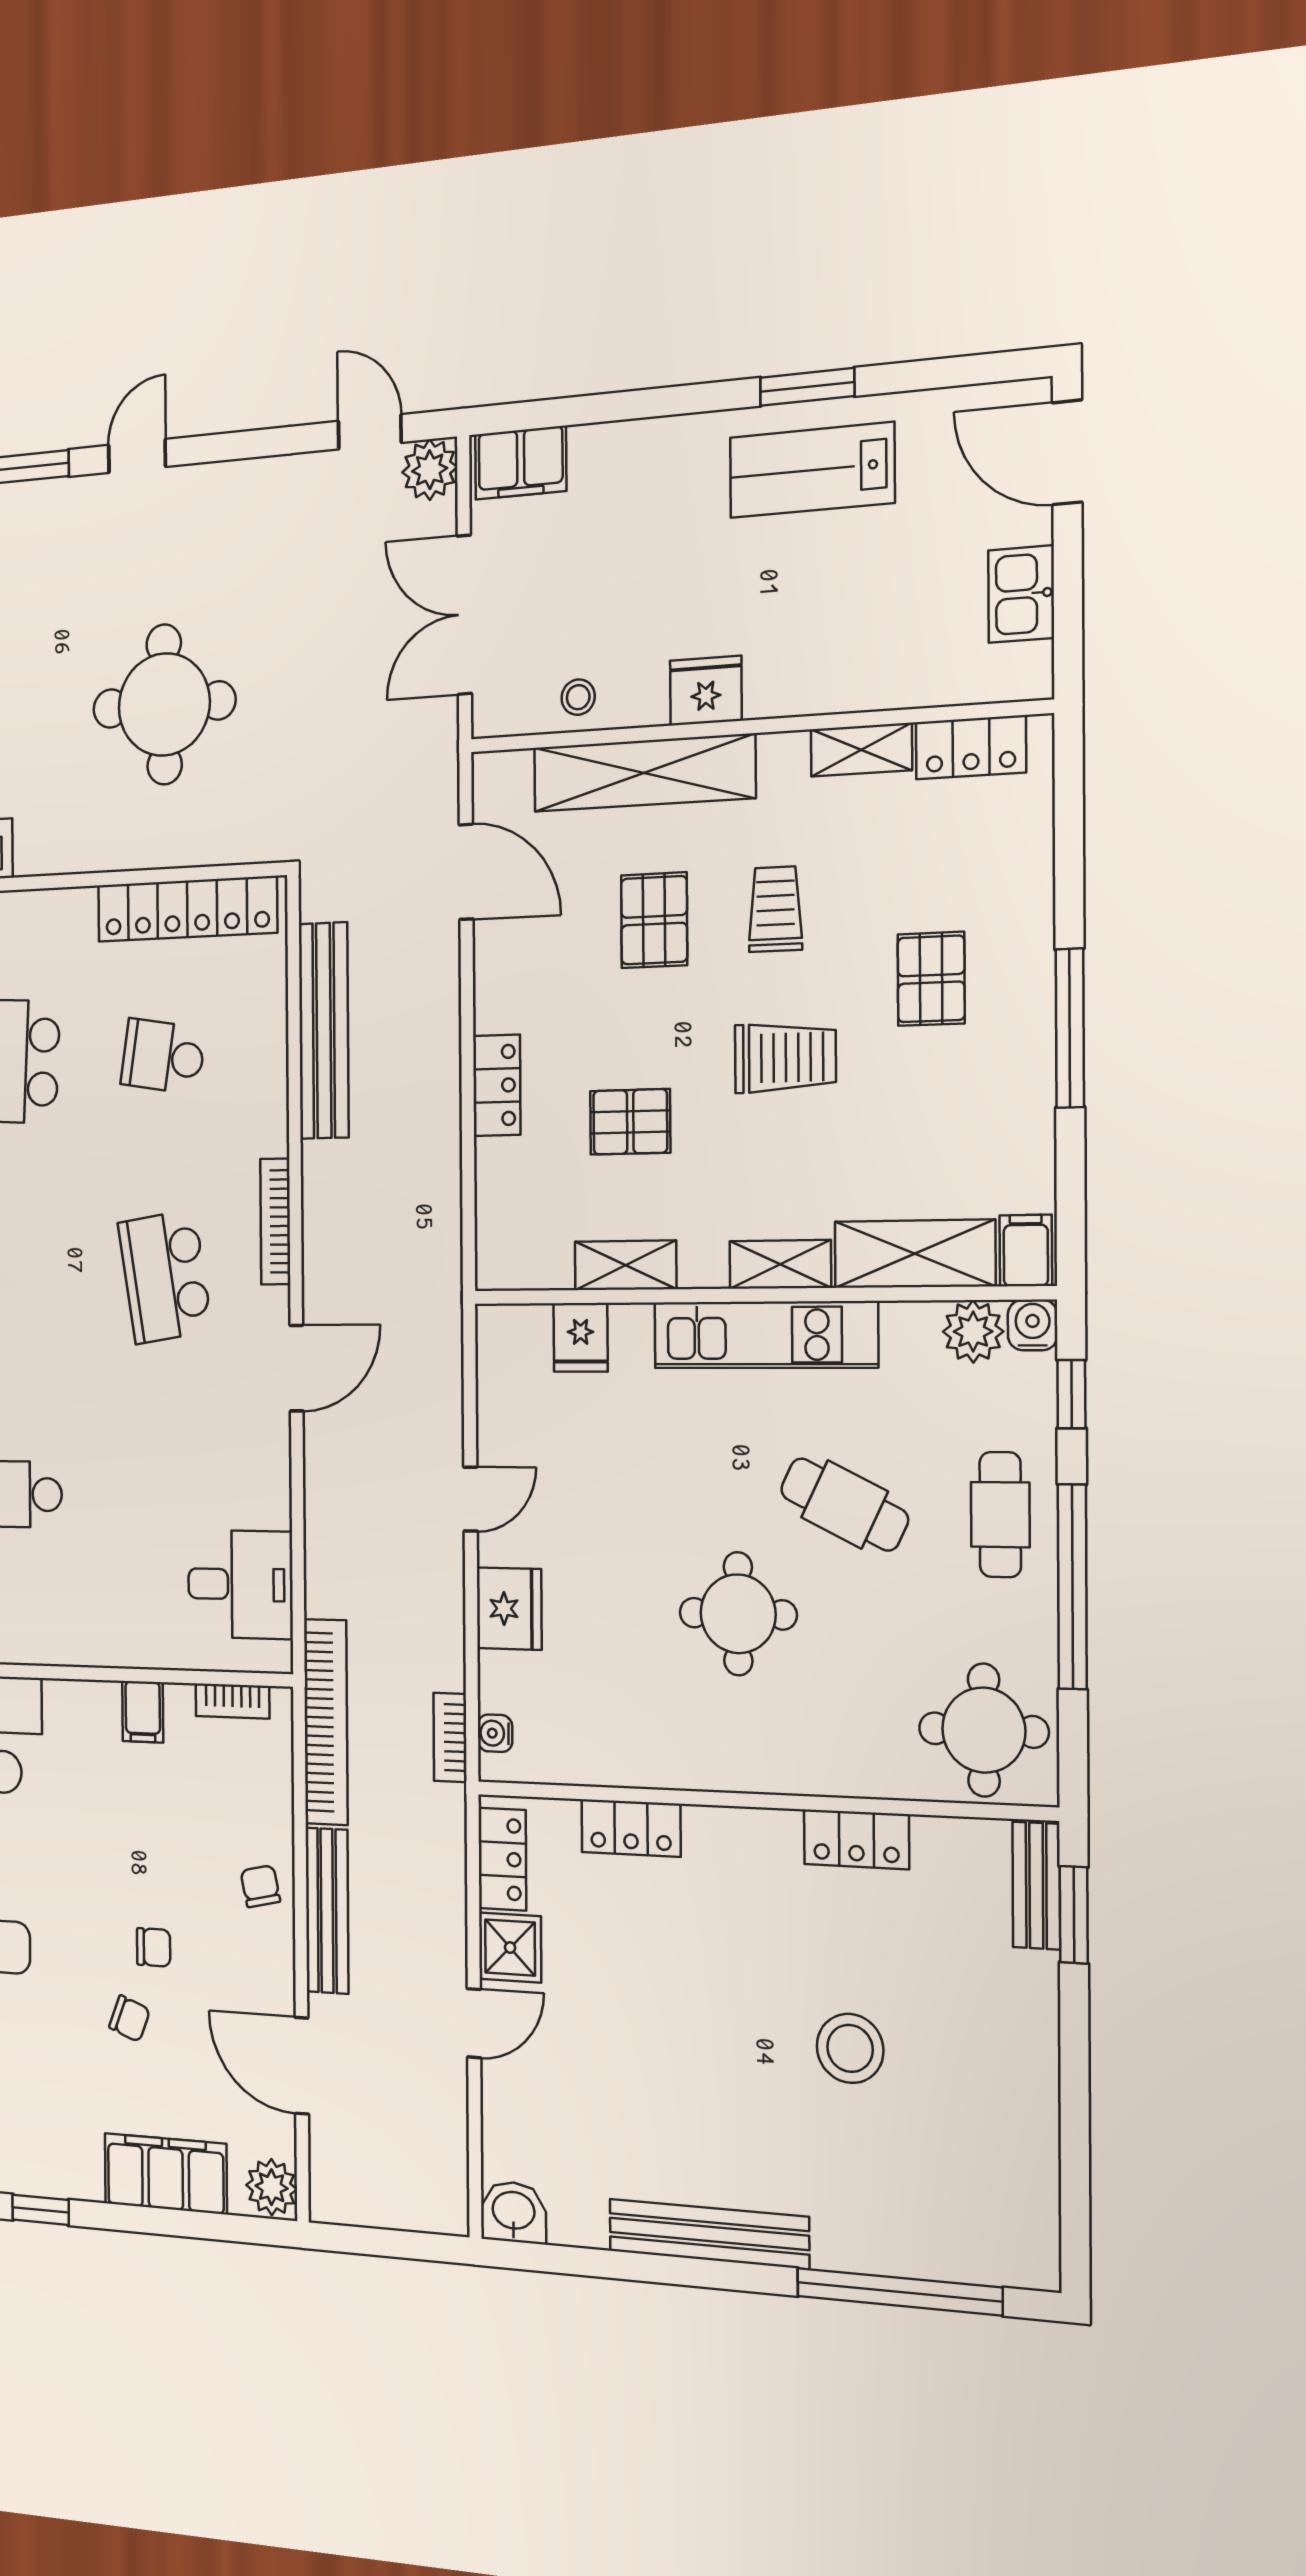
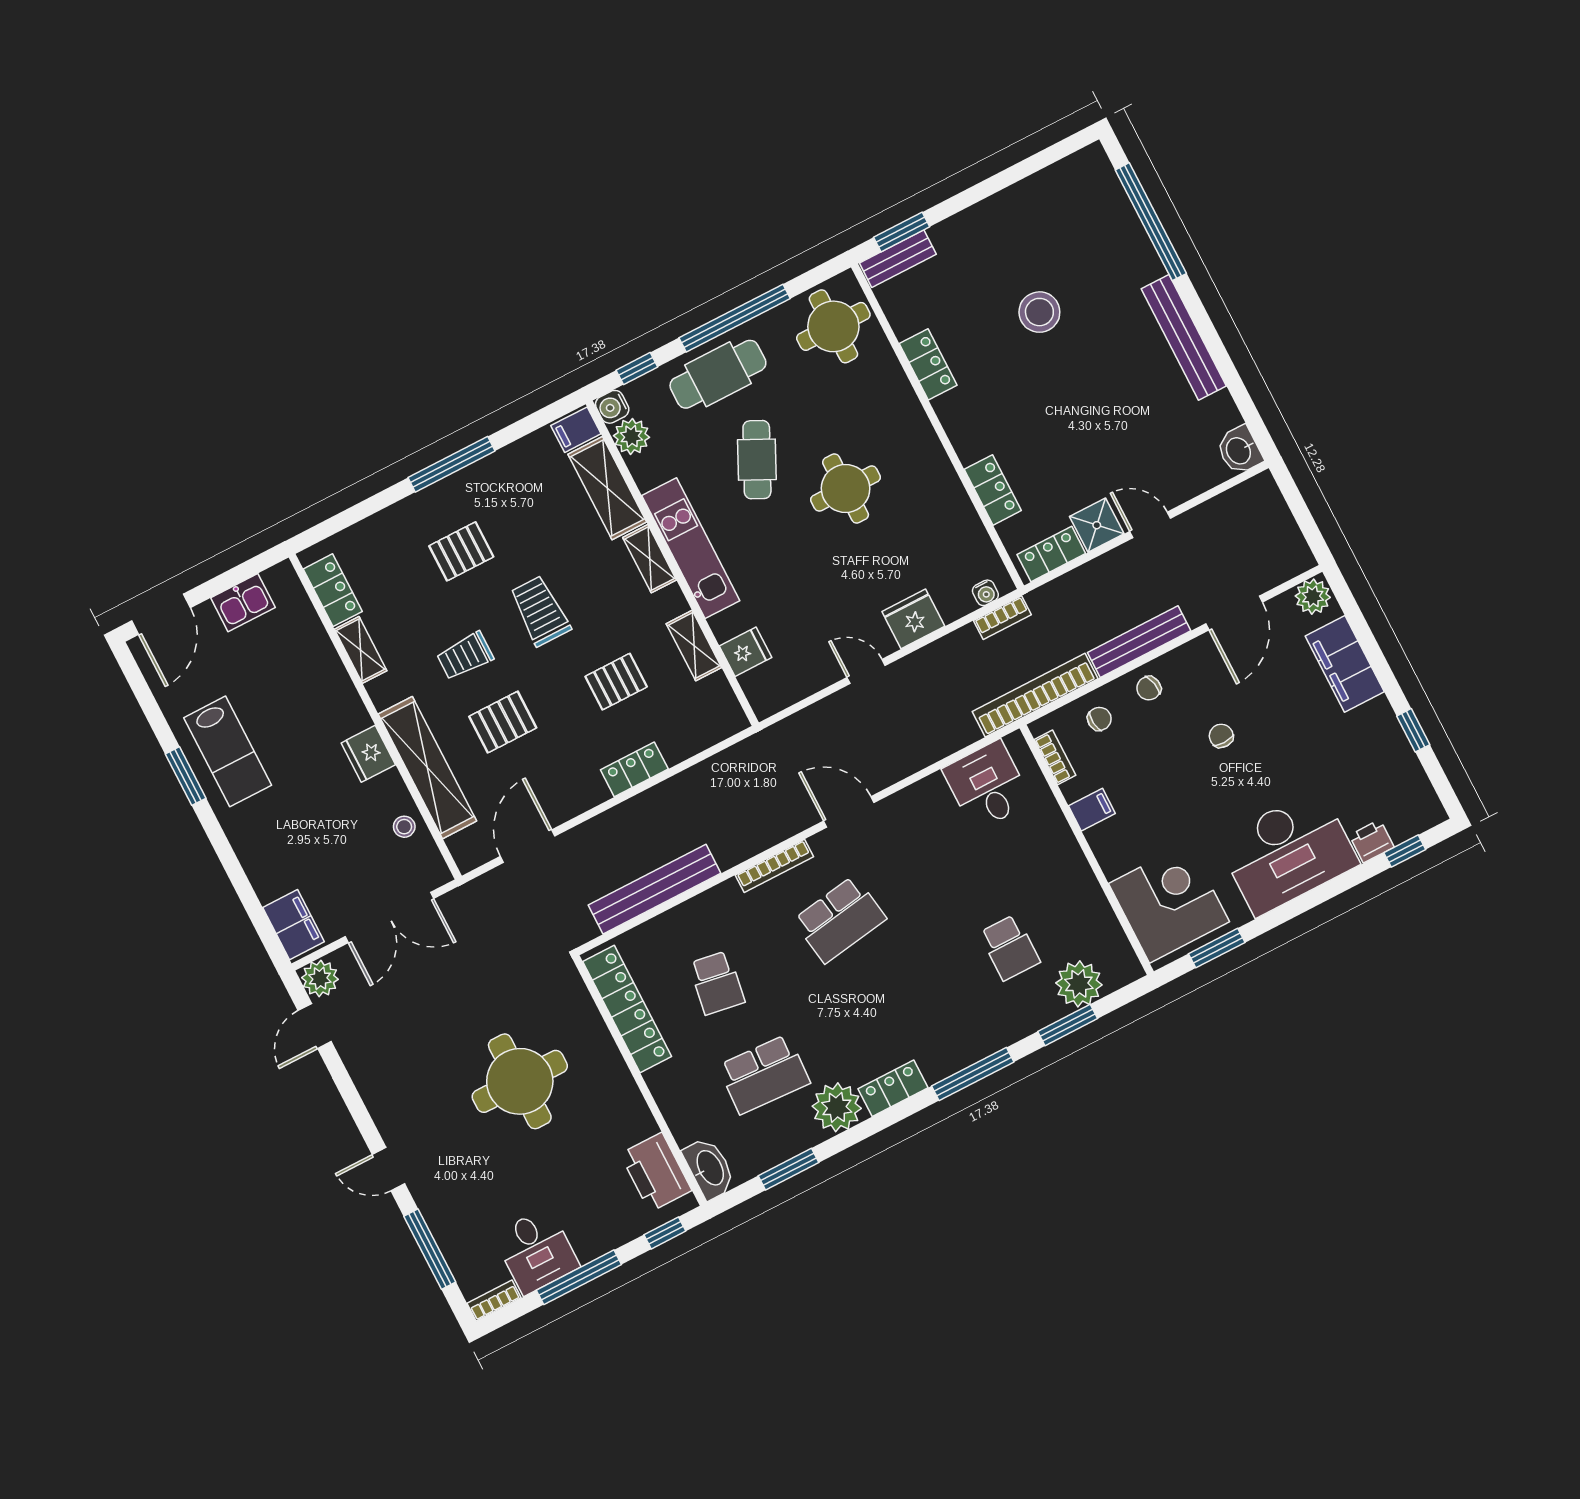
pallet: (630, 1122) -> (616, 682), turned 90
cafe table: (1000, 1515) -> (718, 374), width x1.37, depth x1.35
chair: (130, 2019) -> (1099, 719), moved, turned 64

